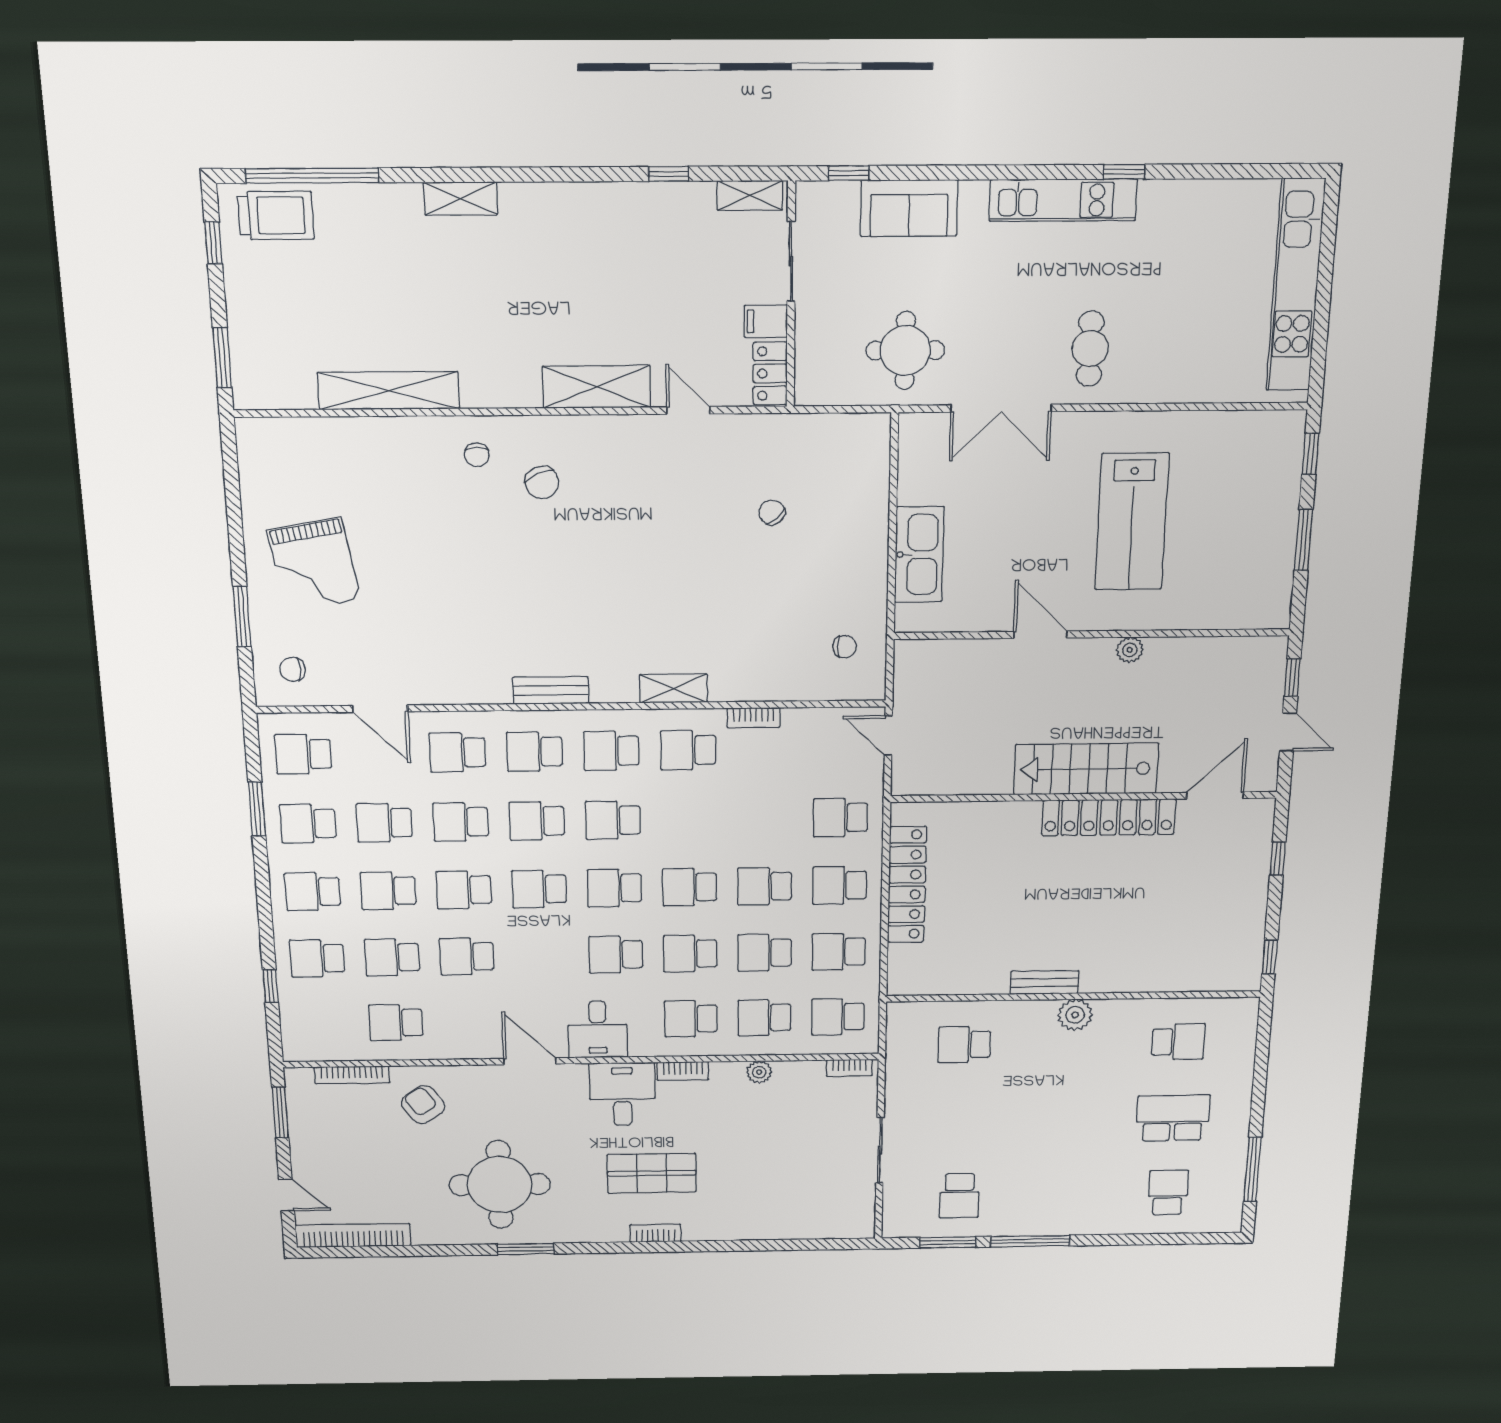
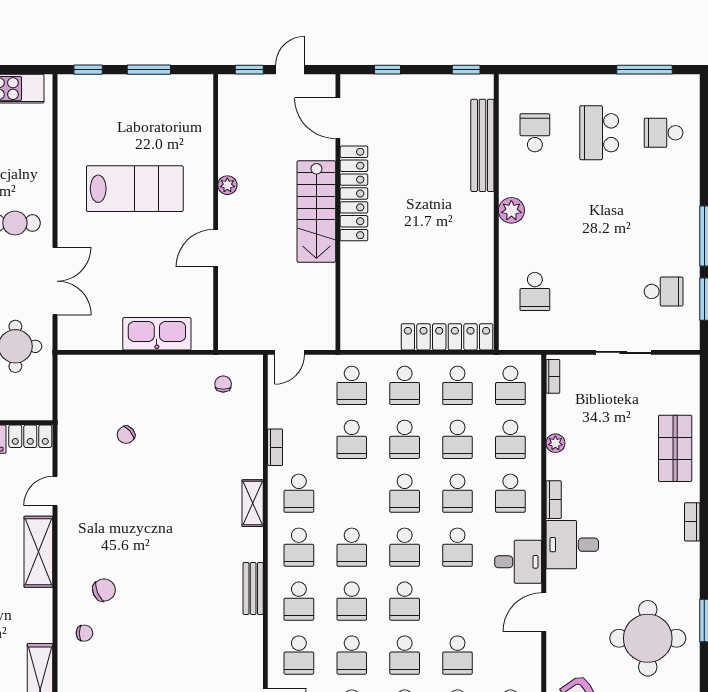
school desk: (765, 818) -> (352, 439), added
locker: (907, 885) -> (447, 337), moved
bench: (1044, 982) -> (482, 145), moved, width x1.86, depth x1.21
shop shelf: (652, 1173) -> (675, 448), moved

